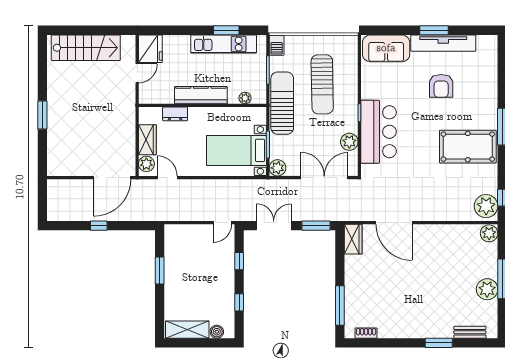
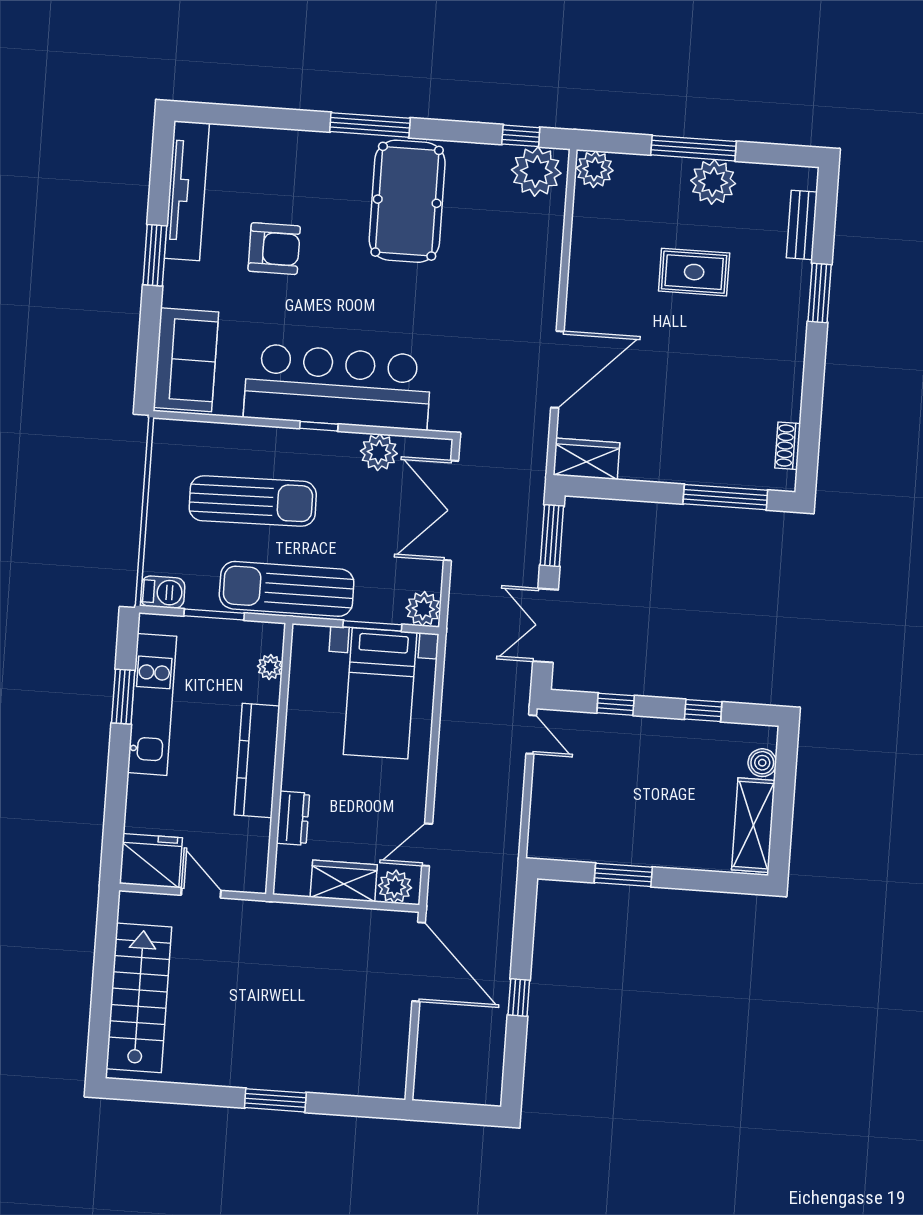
tv unit: (443, 43) -> (187, 191), moved
bar counter: (379, 132) -> (338, 387), width x1.36
rug: (444, 283) -> (694, 272), added

